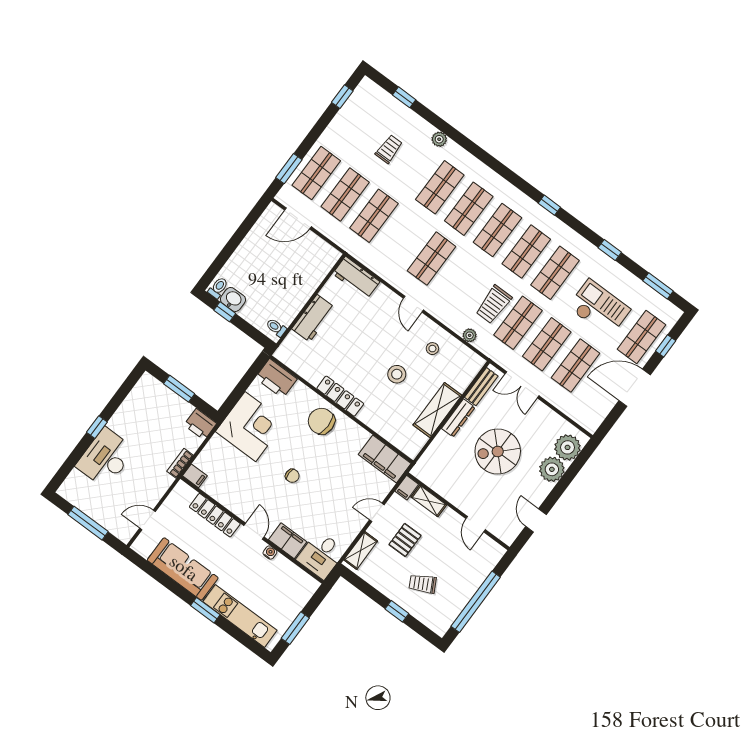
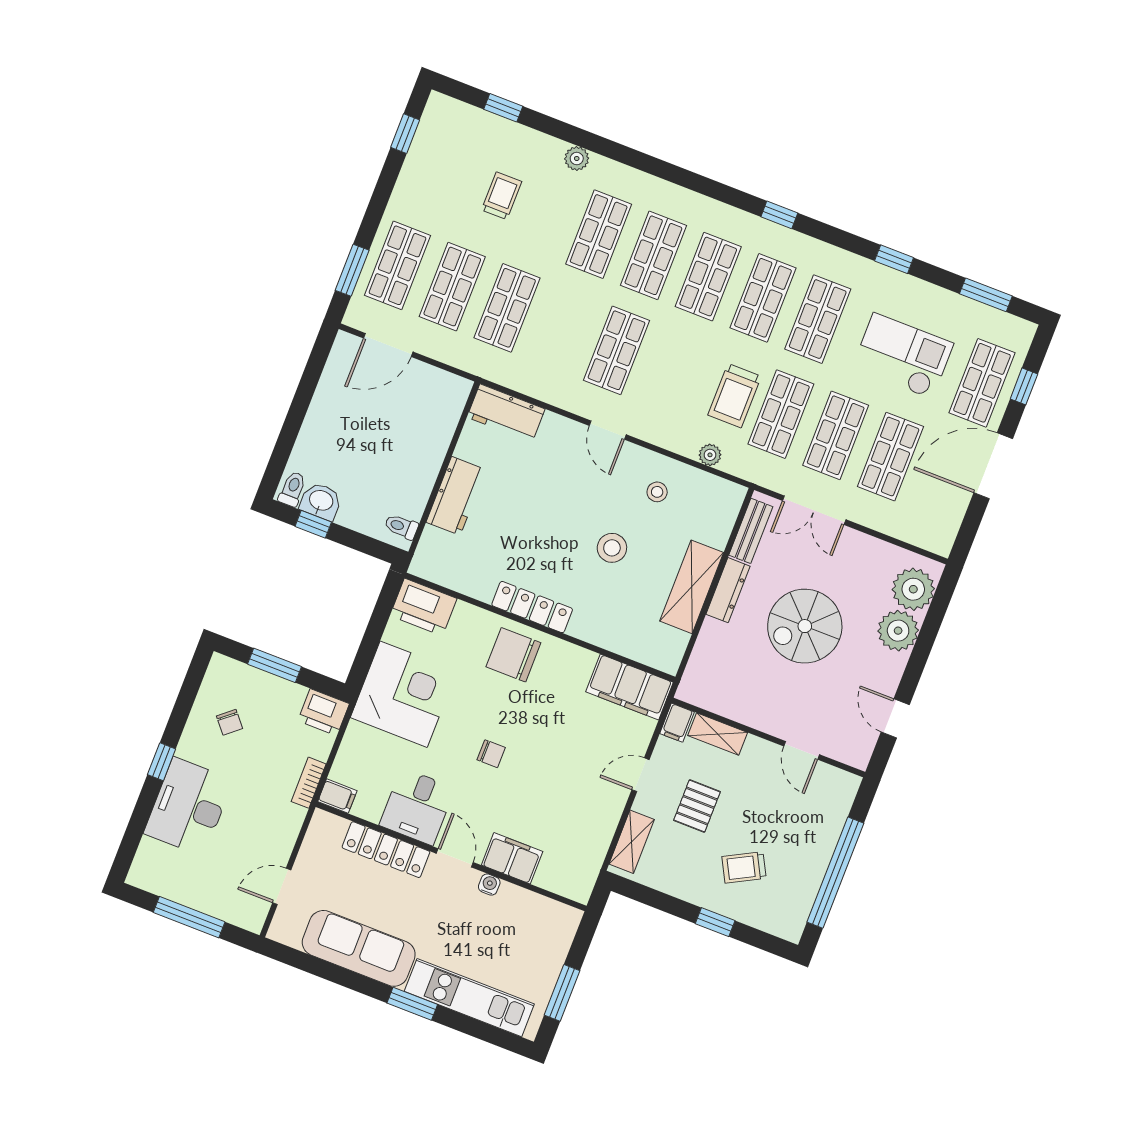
chair: (143, 415) -> (229, 722), added
desk: (321, 555) -> (417, 807), moved

